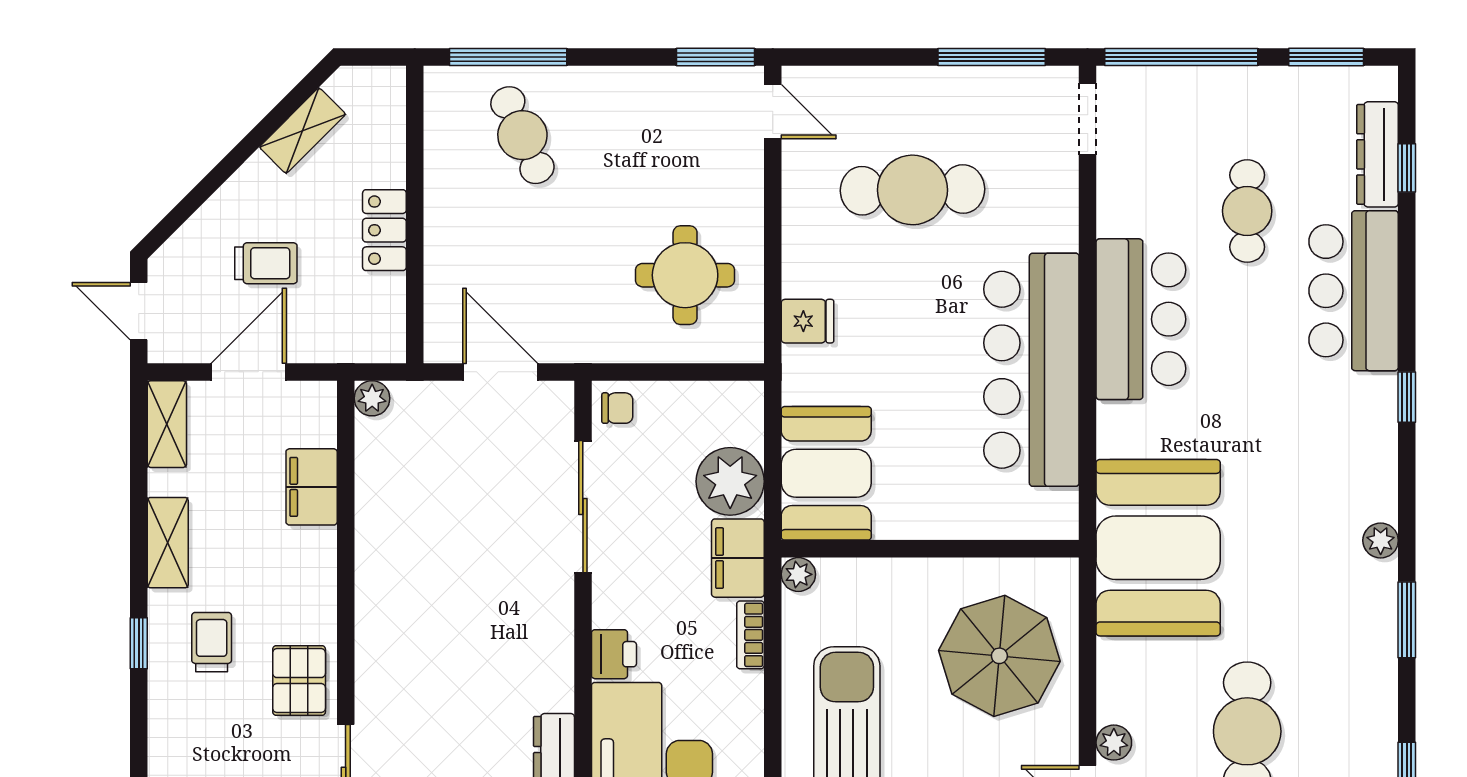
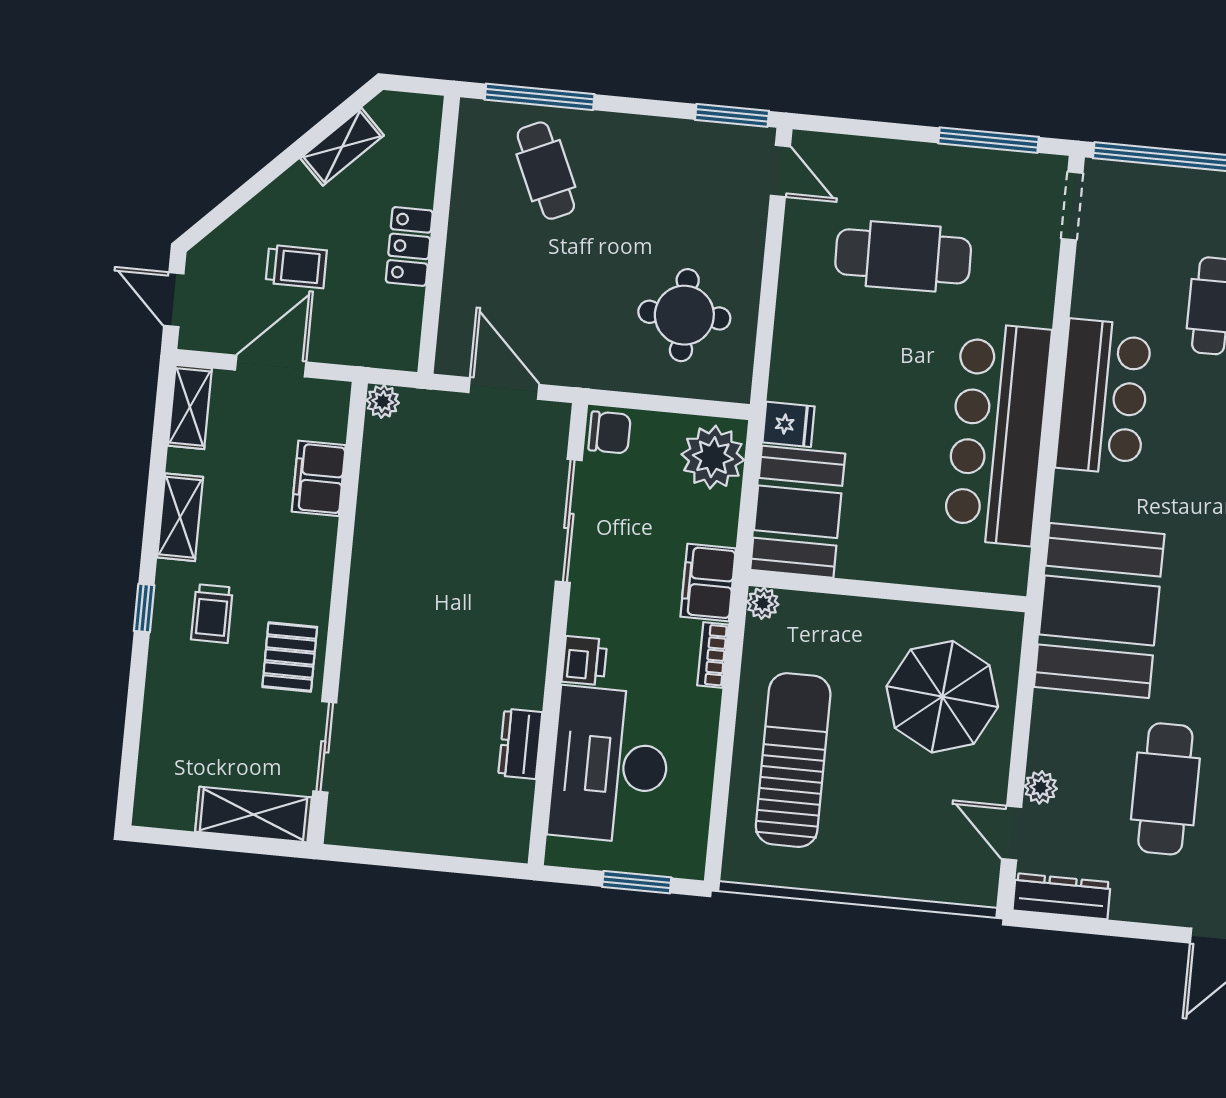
fridge: (807, 321) -> (788, 424), moved
chair: (617, 408) -> (610, 432), width x1.37, depth x1.37
plant: (730, 481) -> (713, 457), moved
trolley: (212, 642) -> (212, 614), turned 180

